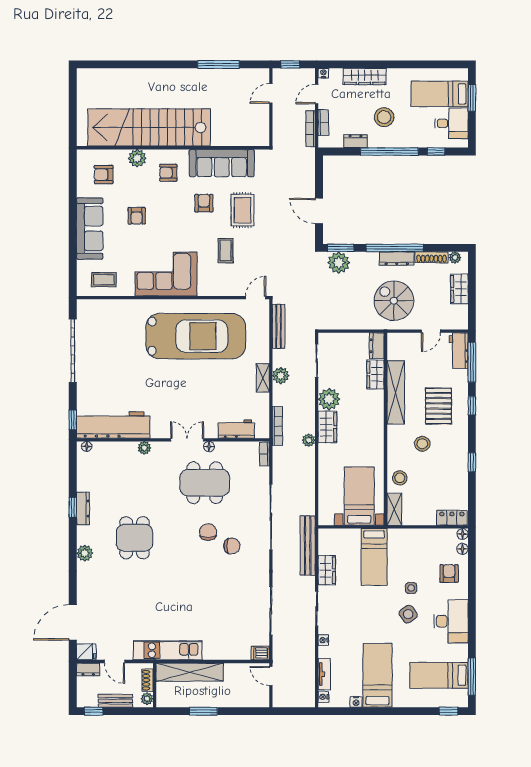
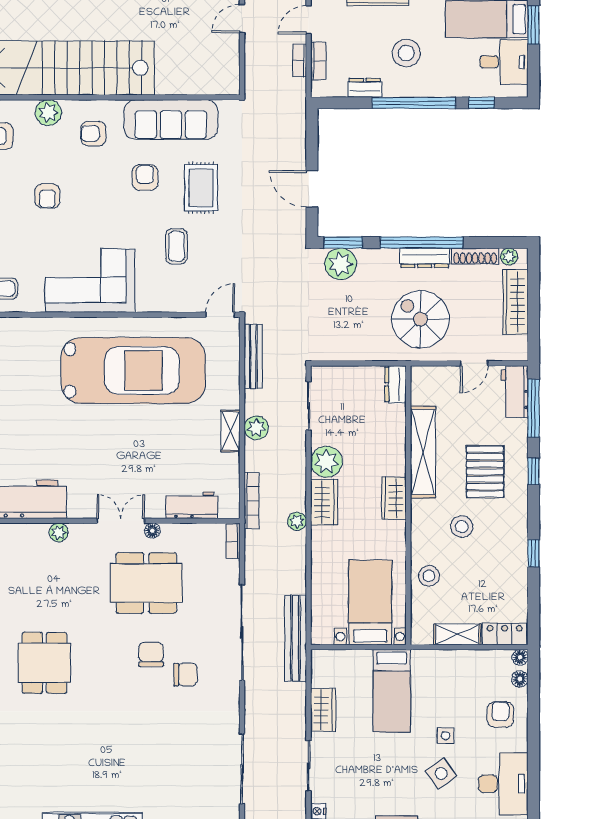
bookcase: (311, 129) -> (300, 60), width x0.64
wardrobe: (459, 289) -> (515, 302), width x1.50
wardrobe: (375, 375) -> (394, 498), moved
shelving: (394, 509) -> (457, 634), moved, turned 90
bench: (308, 546) -> (296, 638), moved

